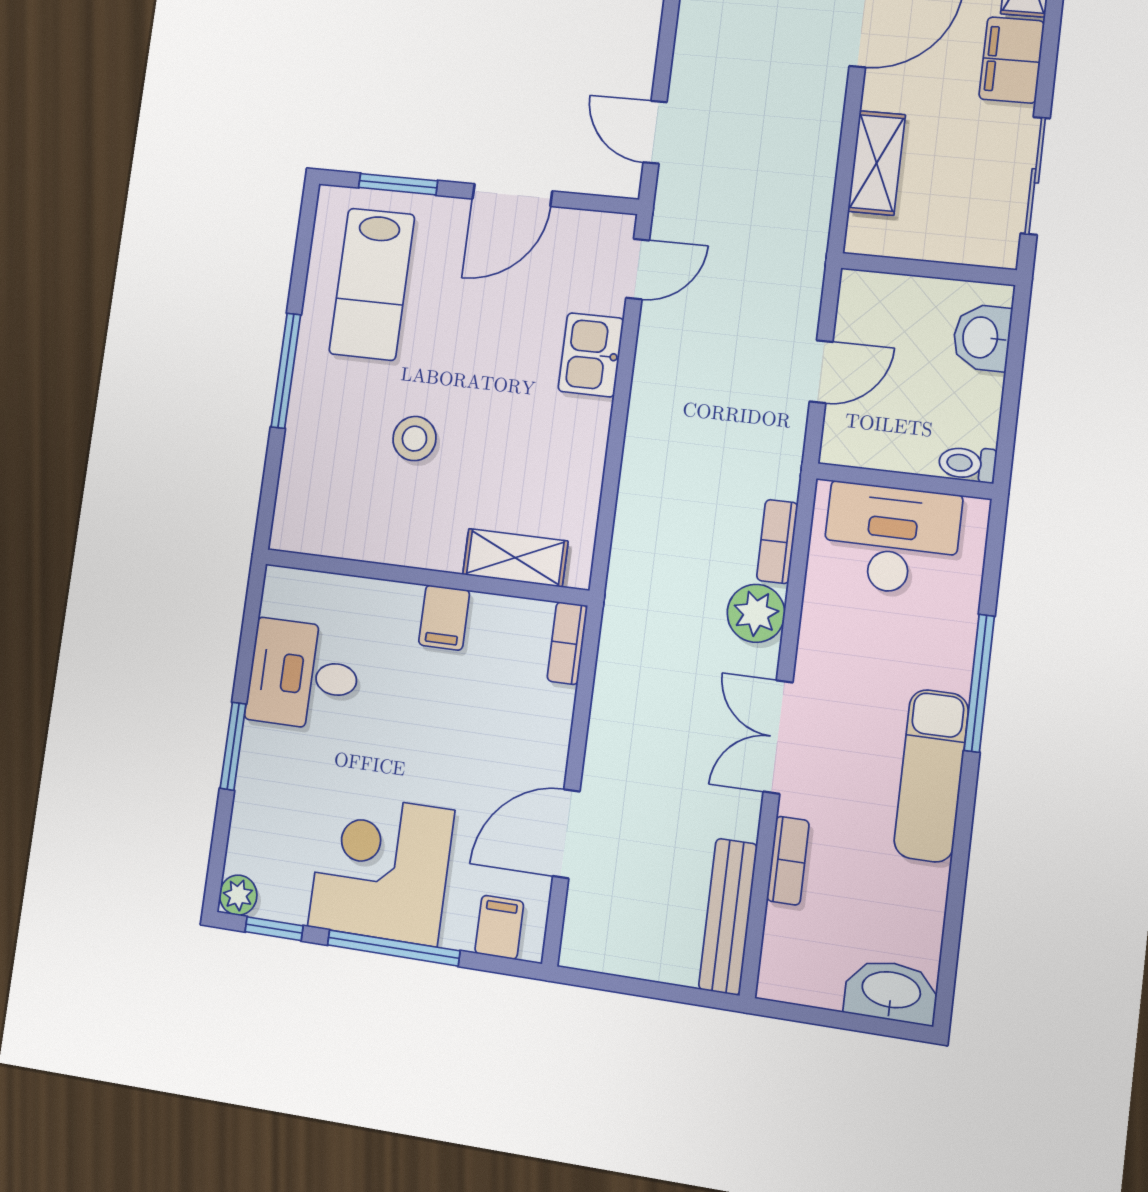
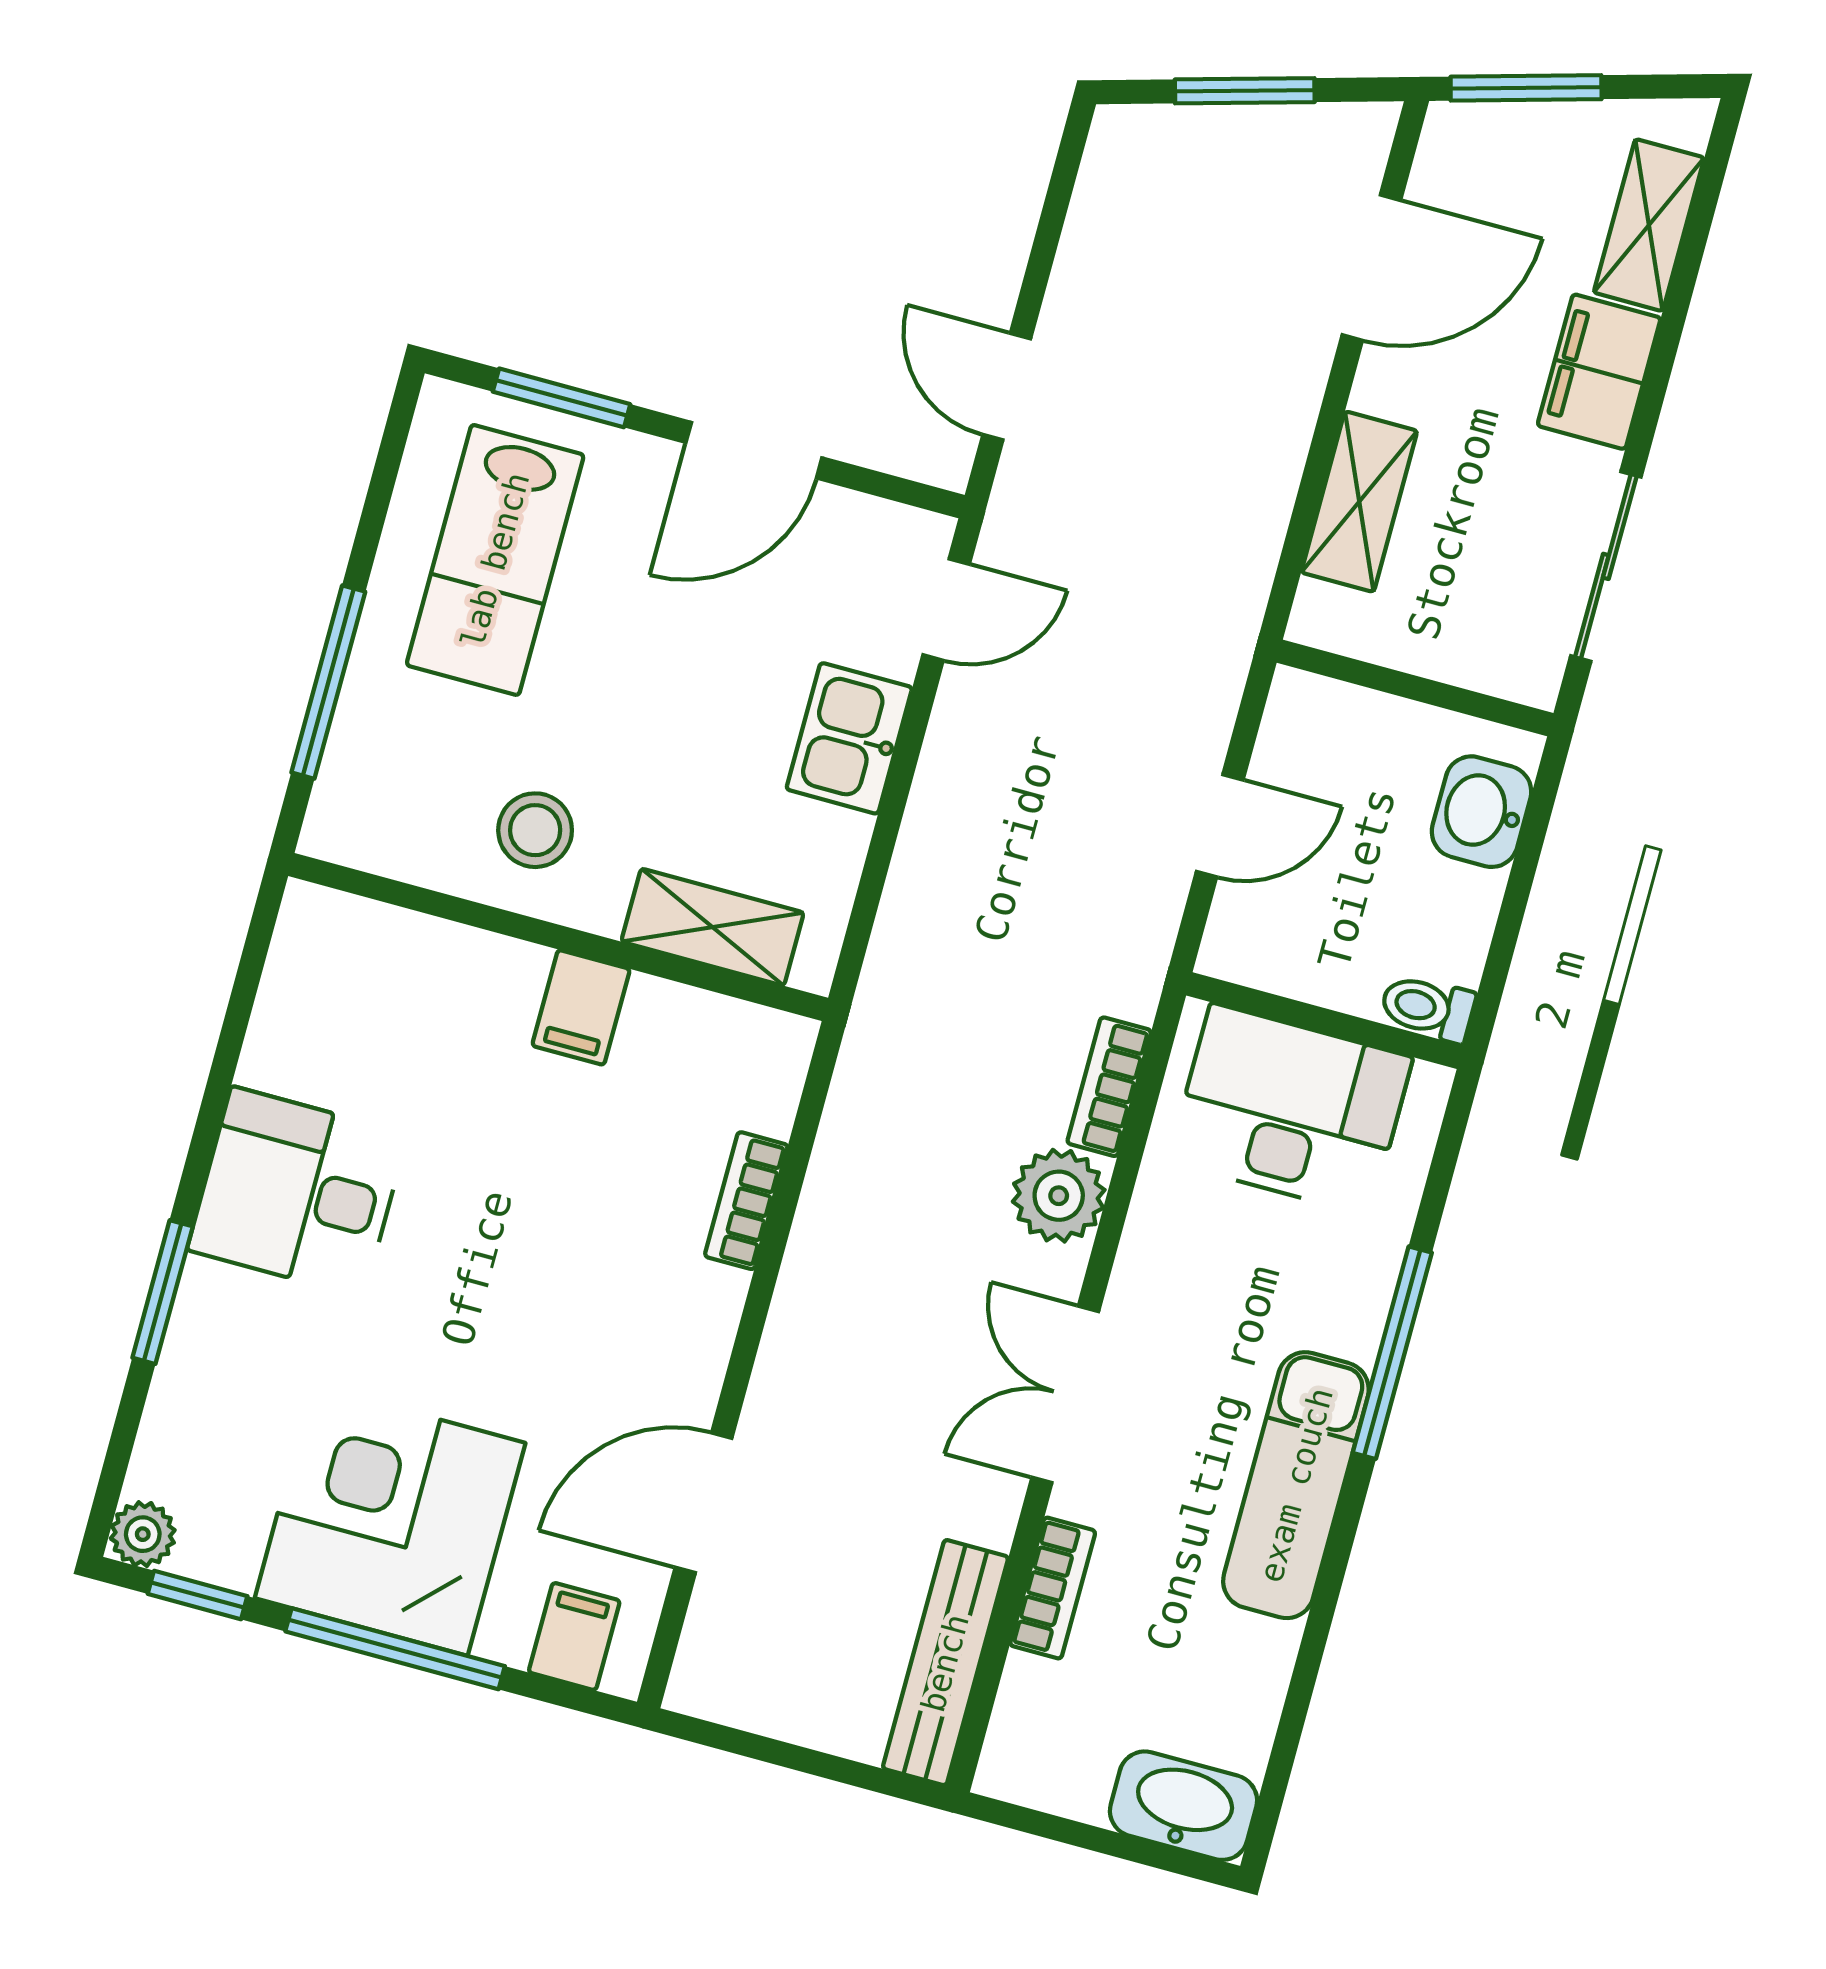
shelving: (515, 558) -> (713, 927), moved
wall: (425, 577) -> (558, 937), moved
filing cabinet: (444, 618) -> (581, 1007), moved

